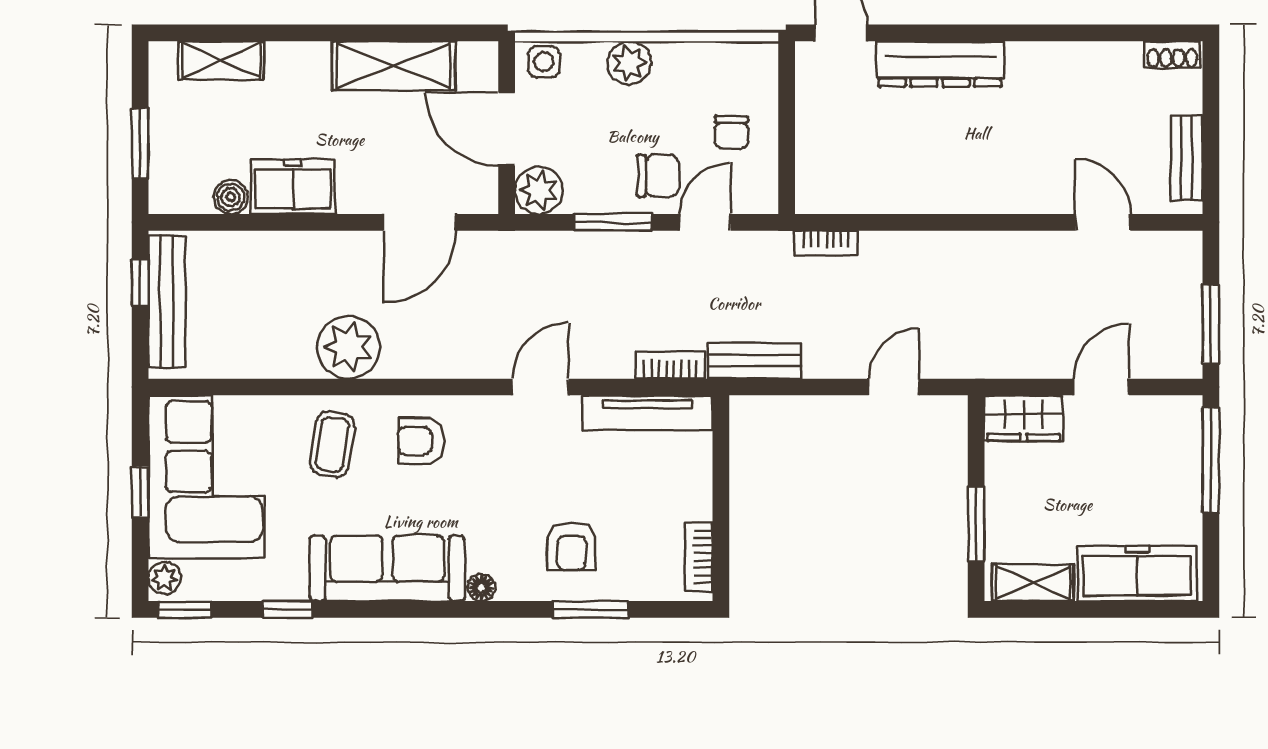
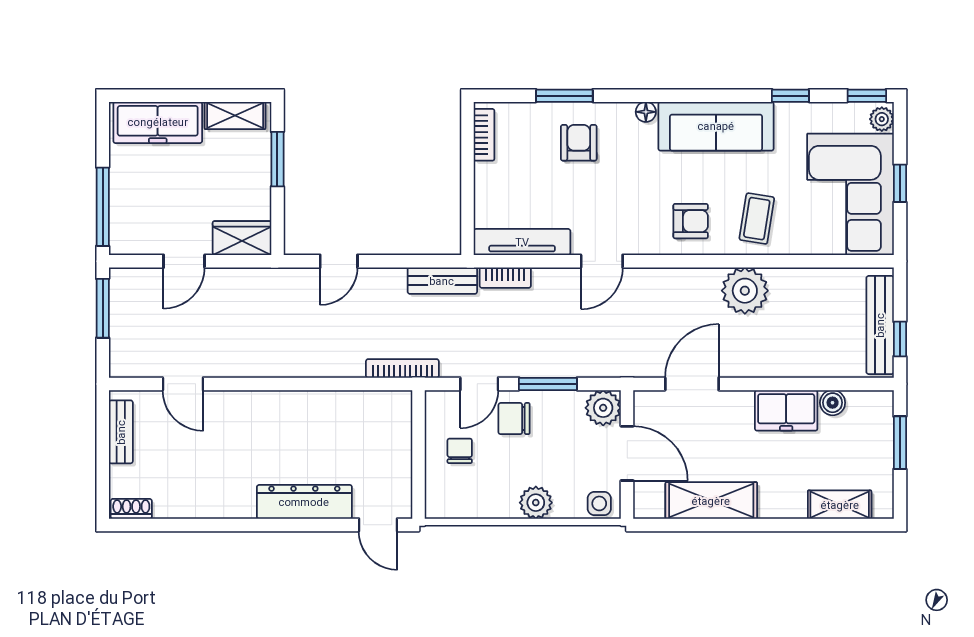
bookcase: (826, 243) -> (402, 368), width x1.56

